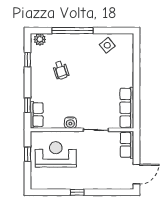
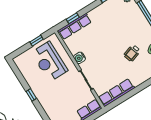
wheelchair: (61, 70) -> (132, 53), moved
row of seats: (37, 115) -> (75, 26), width x1.48
reception desk: (56, 154) -> (49, 62), turned 180

